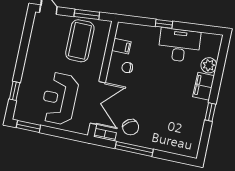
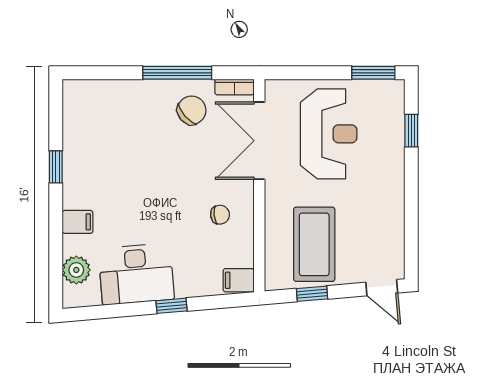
window: (87, 14) -> (312, 294), width x0.67
filing cabinet: (121, 46) -> (239, 280), moved
plant: (209, 65) -> (76, 270), moved
filing cabinet: (204, 86) -> (78, 222), width x0.50
chair: (131, 127) -> (192, 110), turned 83

